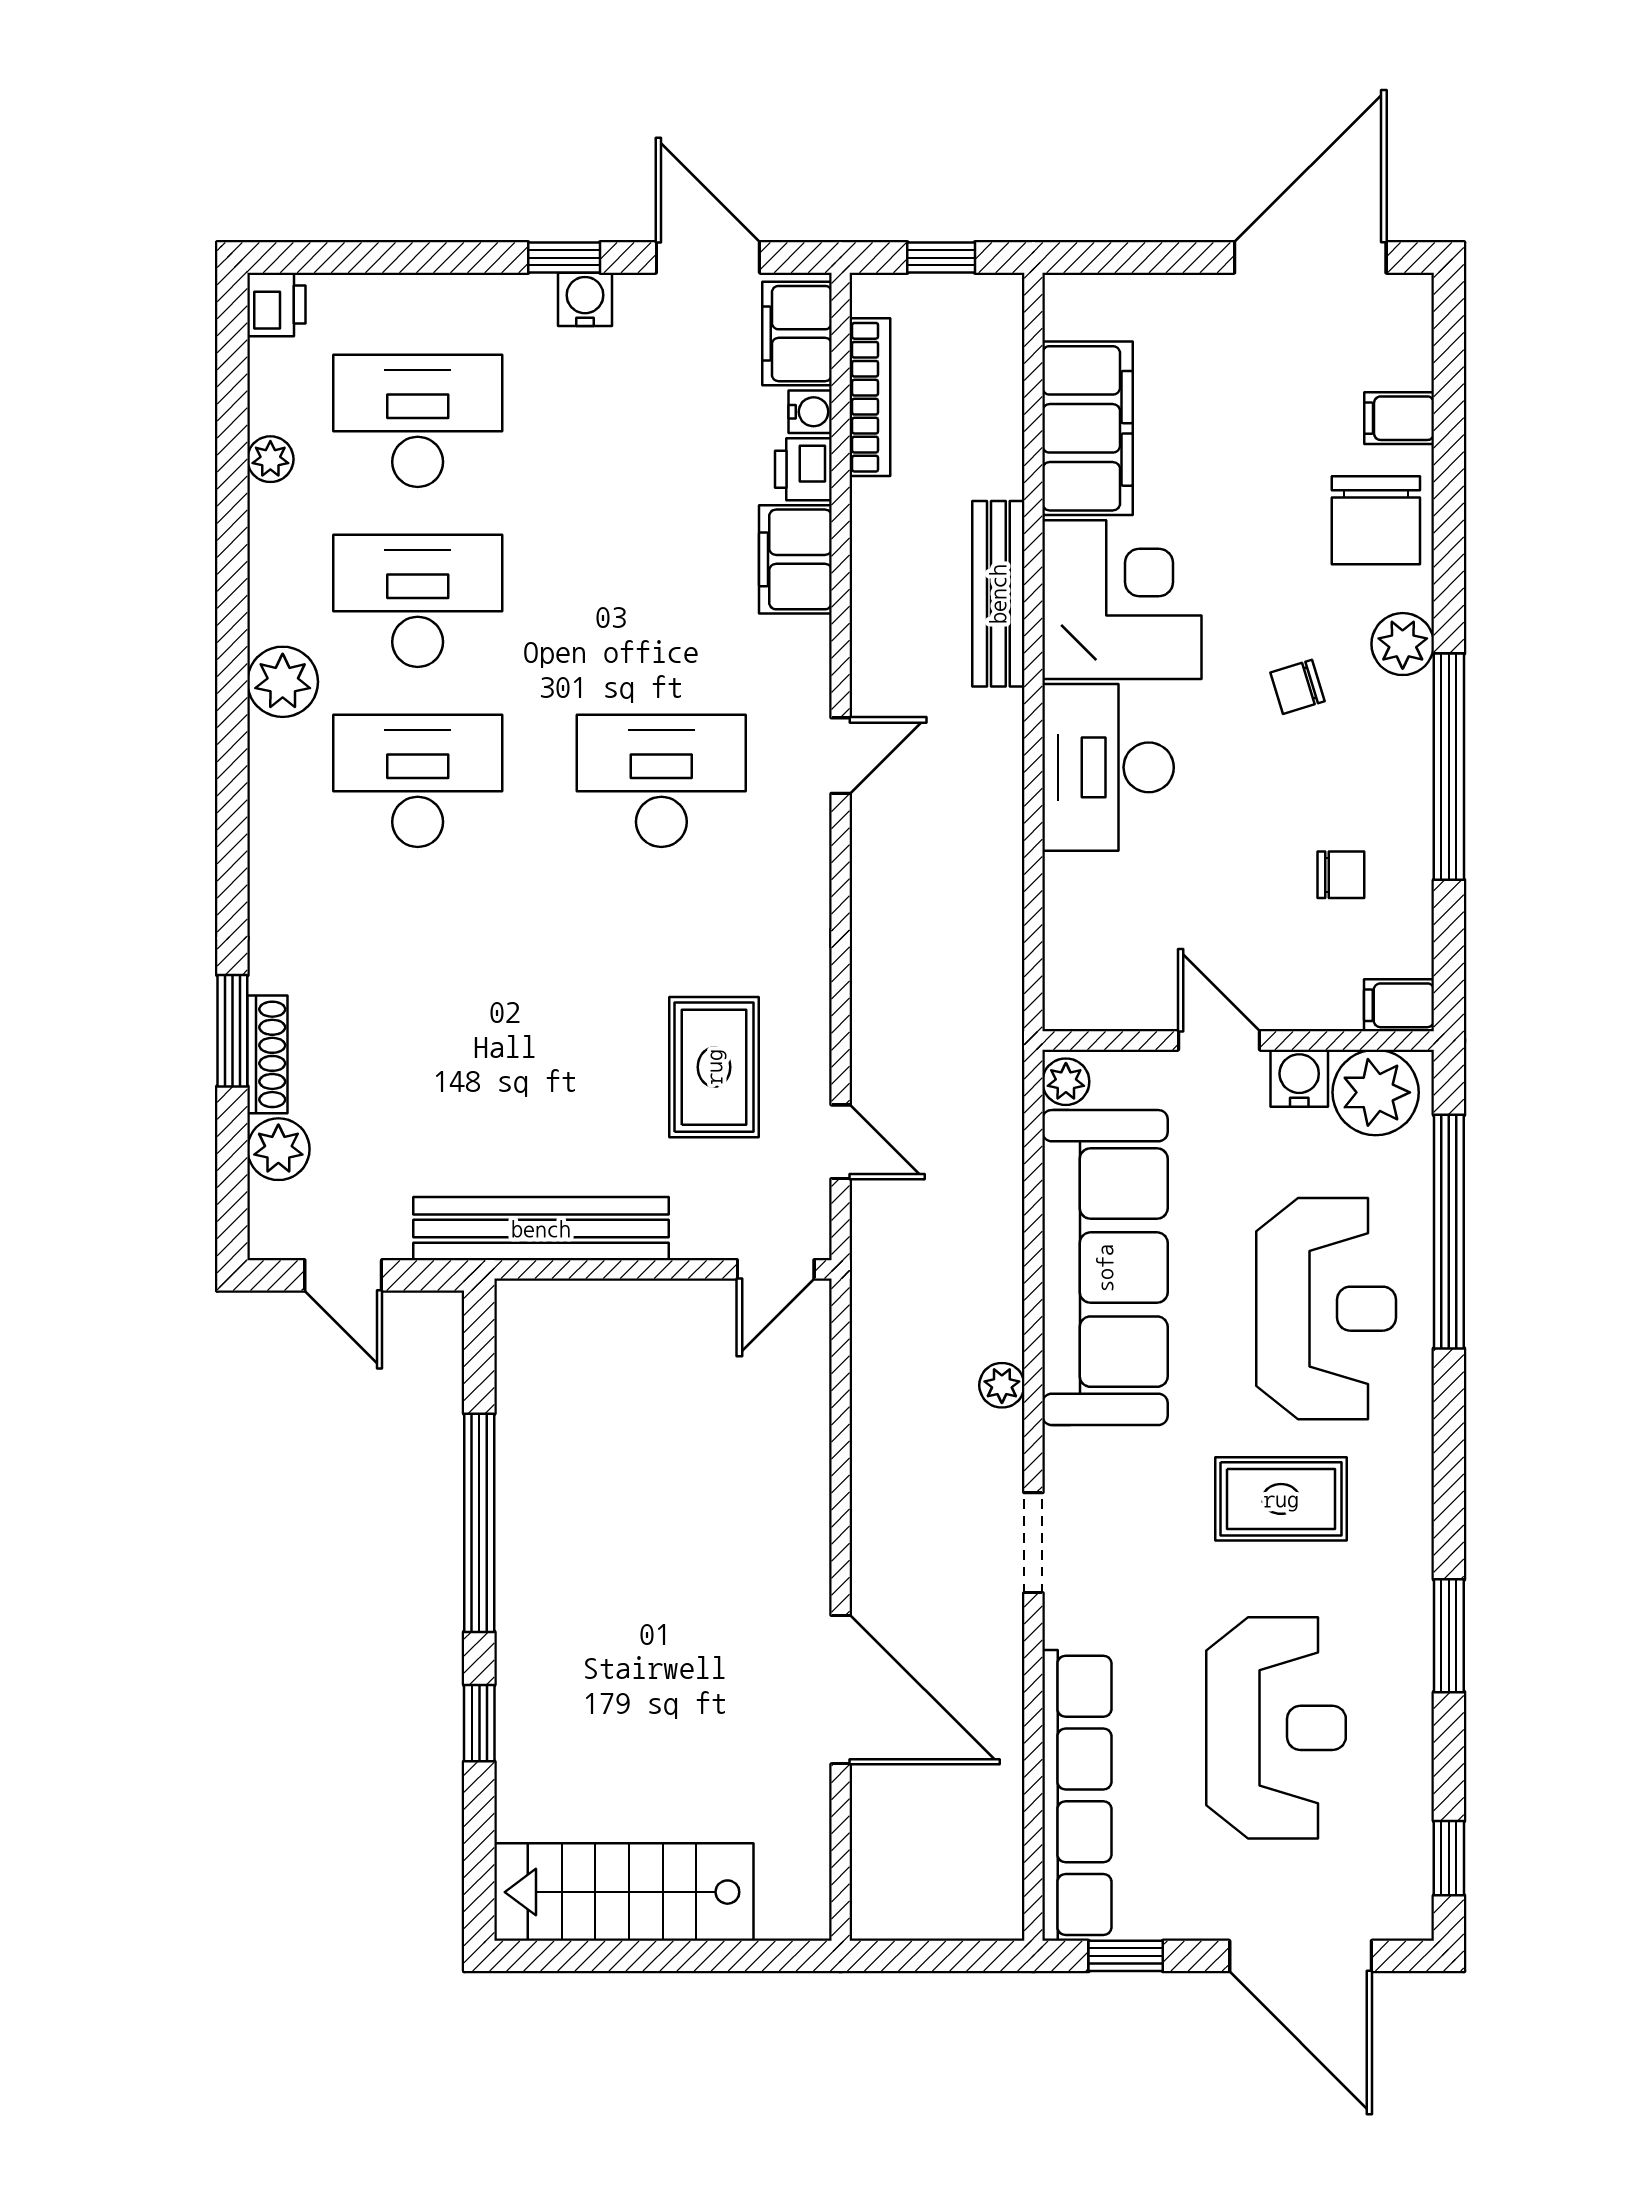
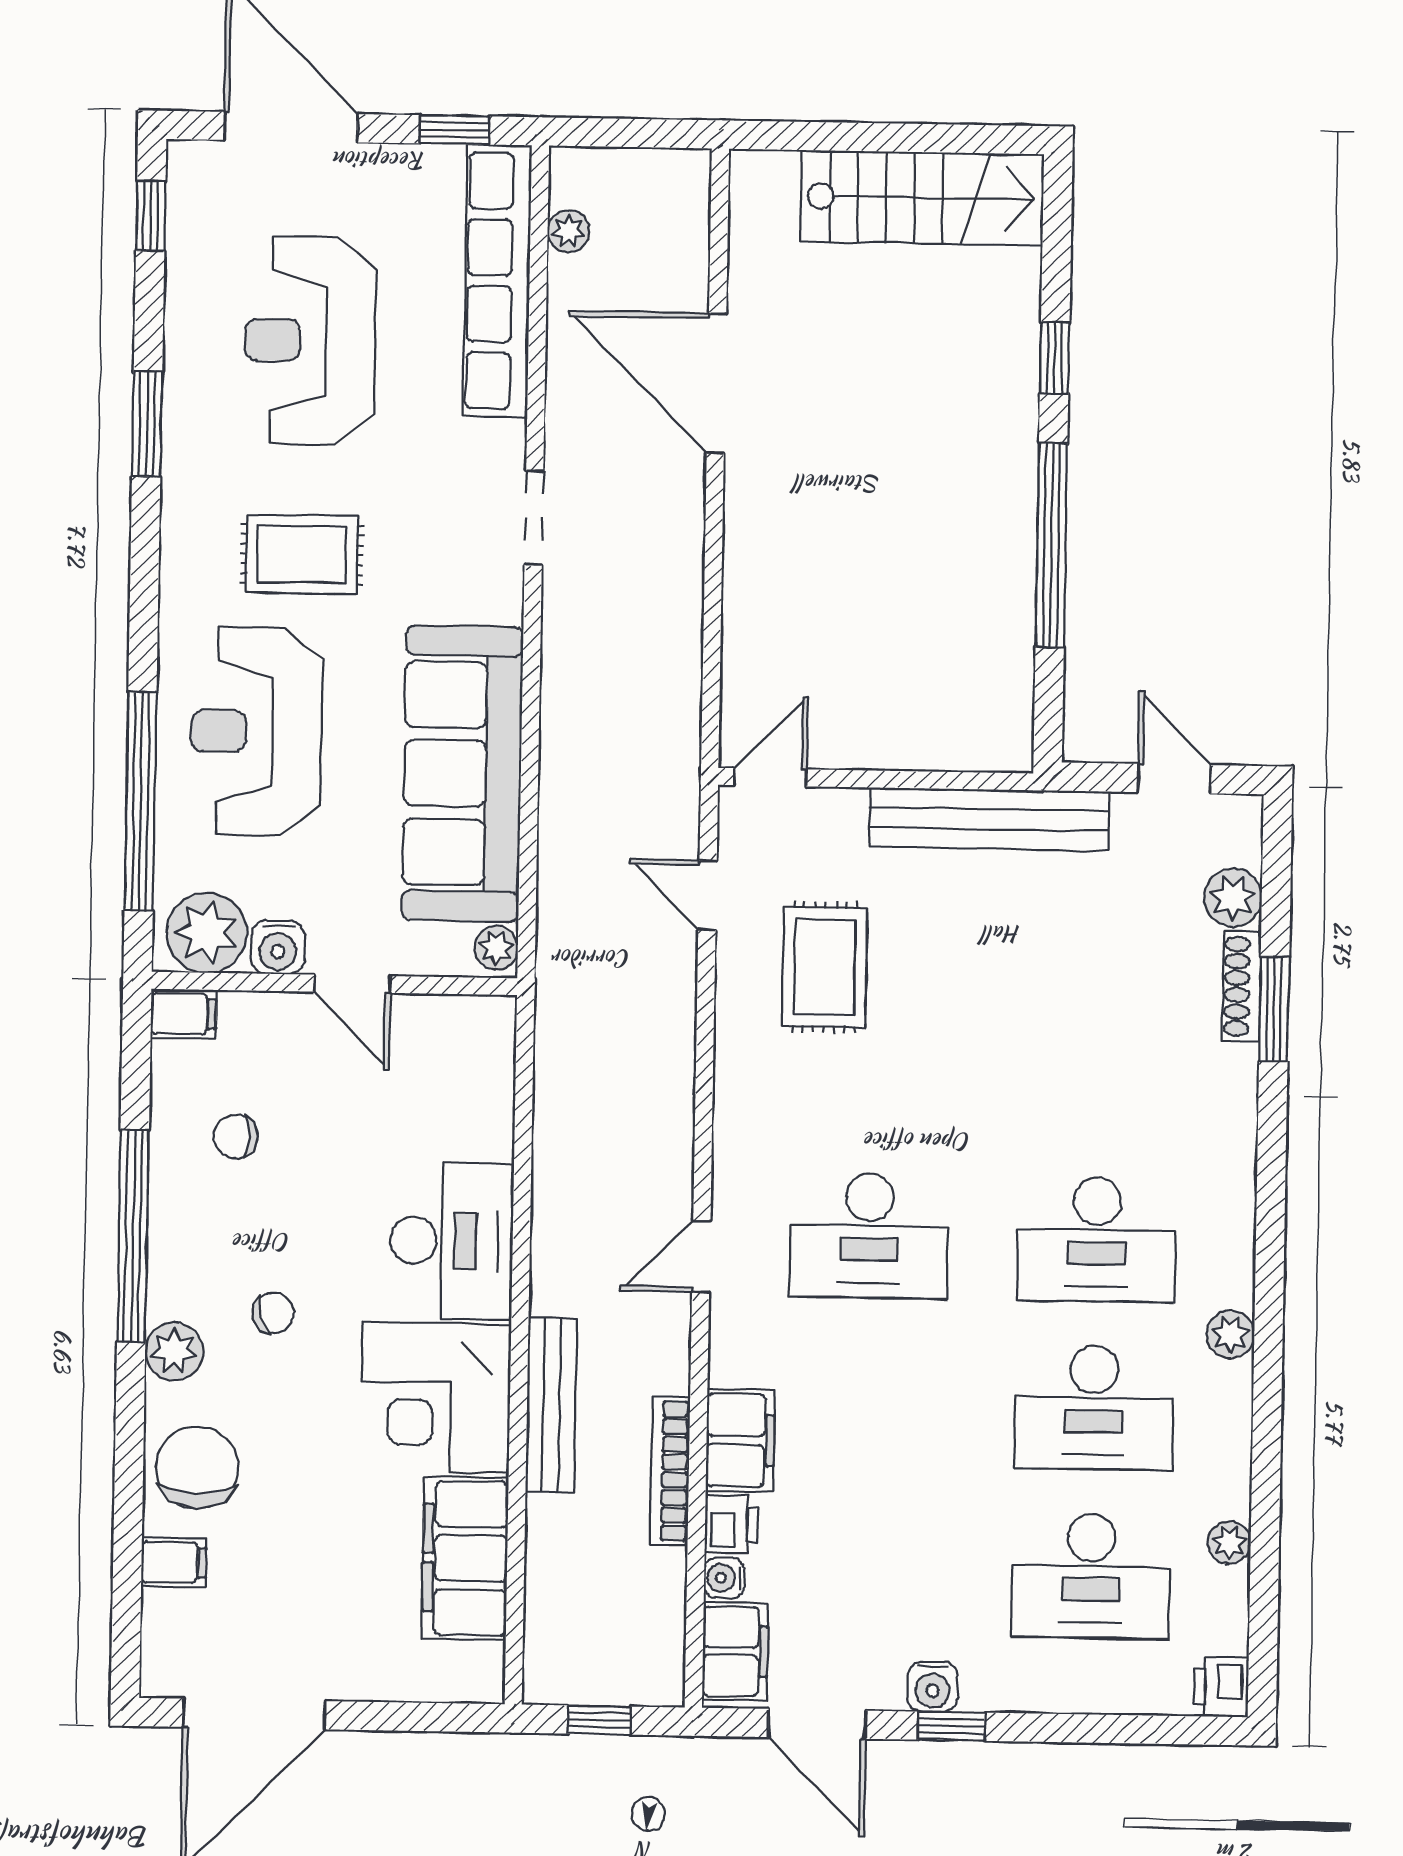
bookcase: (870, 397) -> (670, 1471), moved
plant: (283, 682) -> (1230, 1334), width x0.73, depth x0.73
plant: (1002, 1385) -> (568, 231), moved

